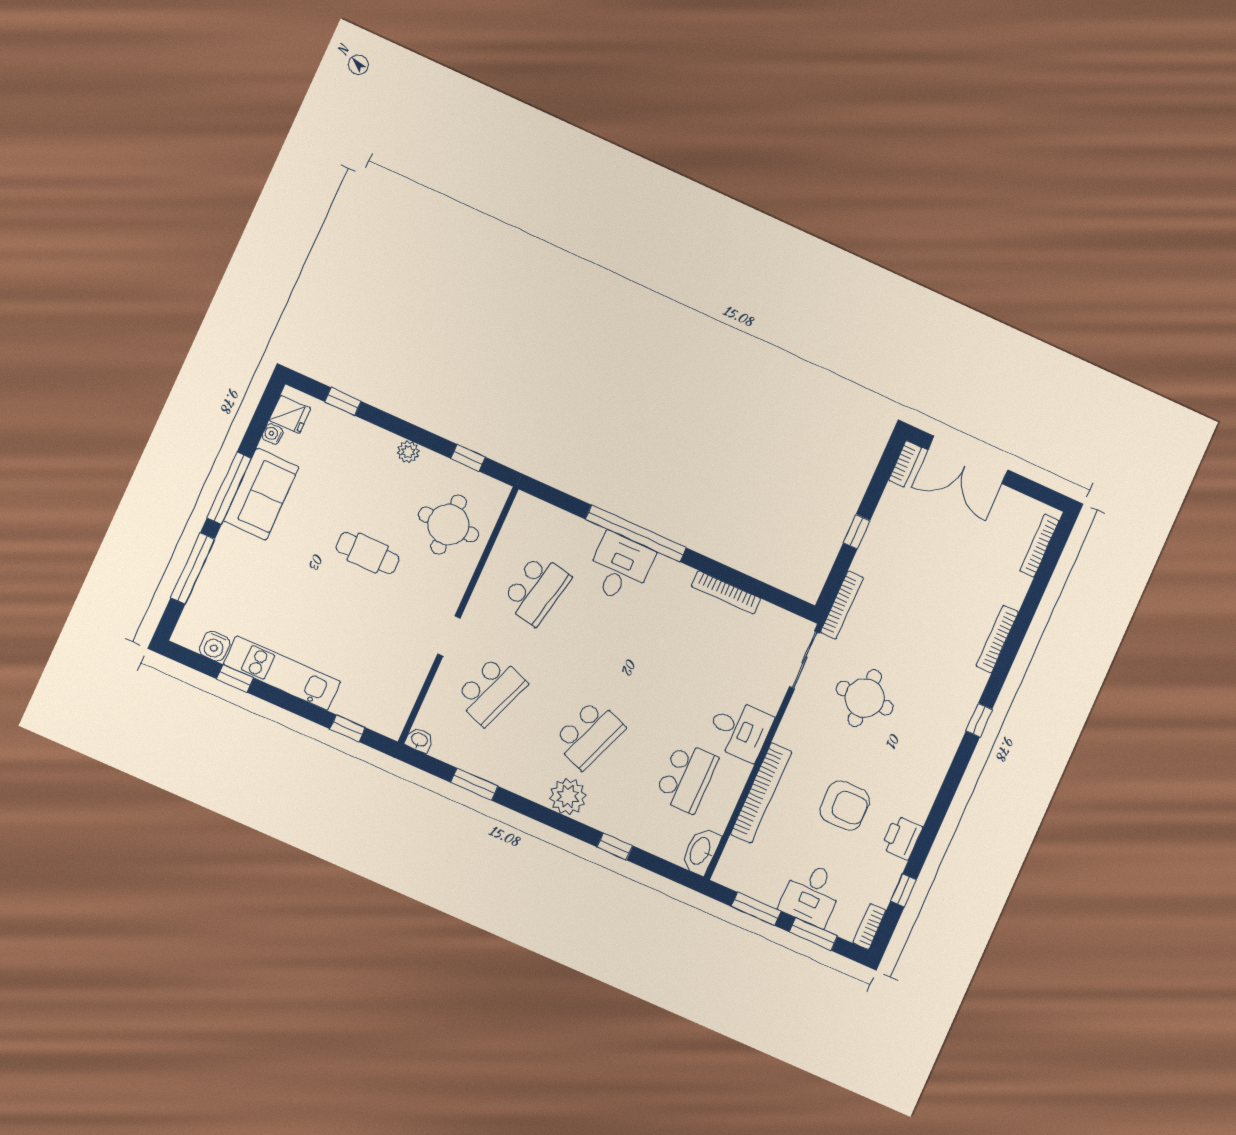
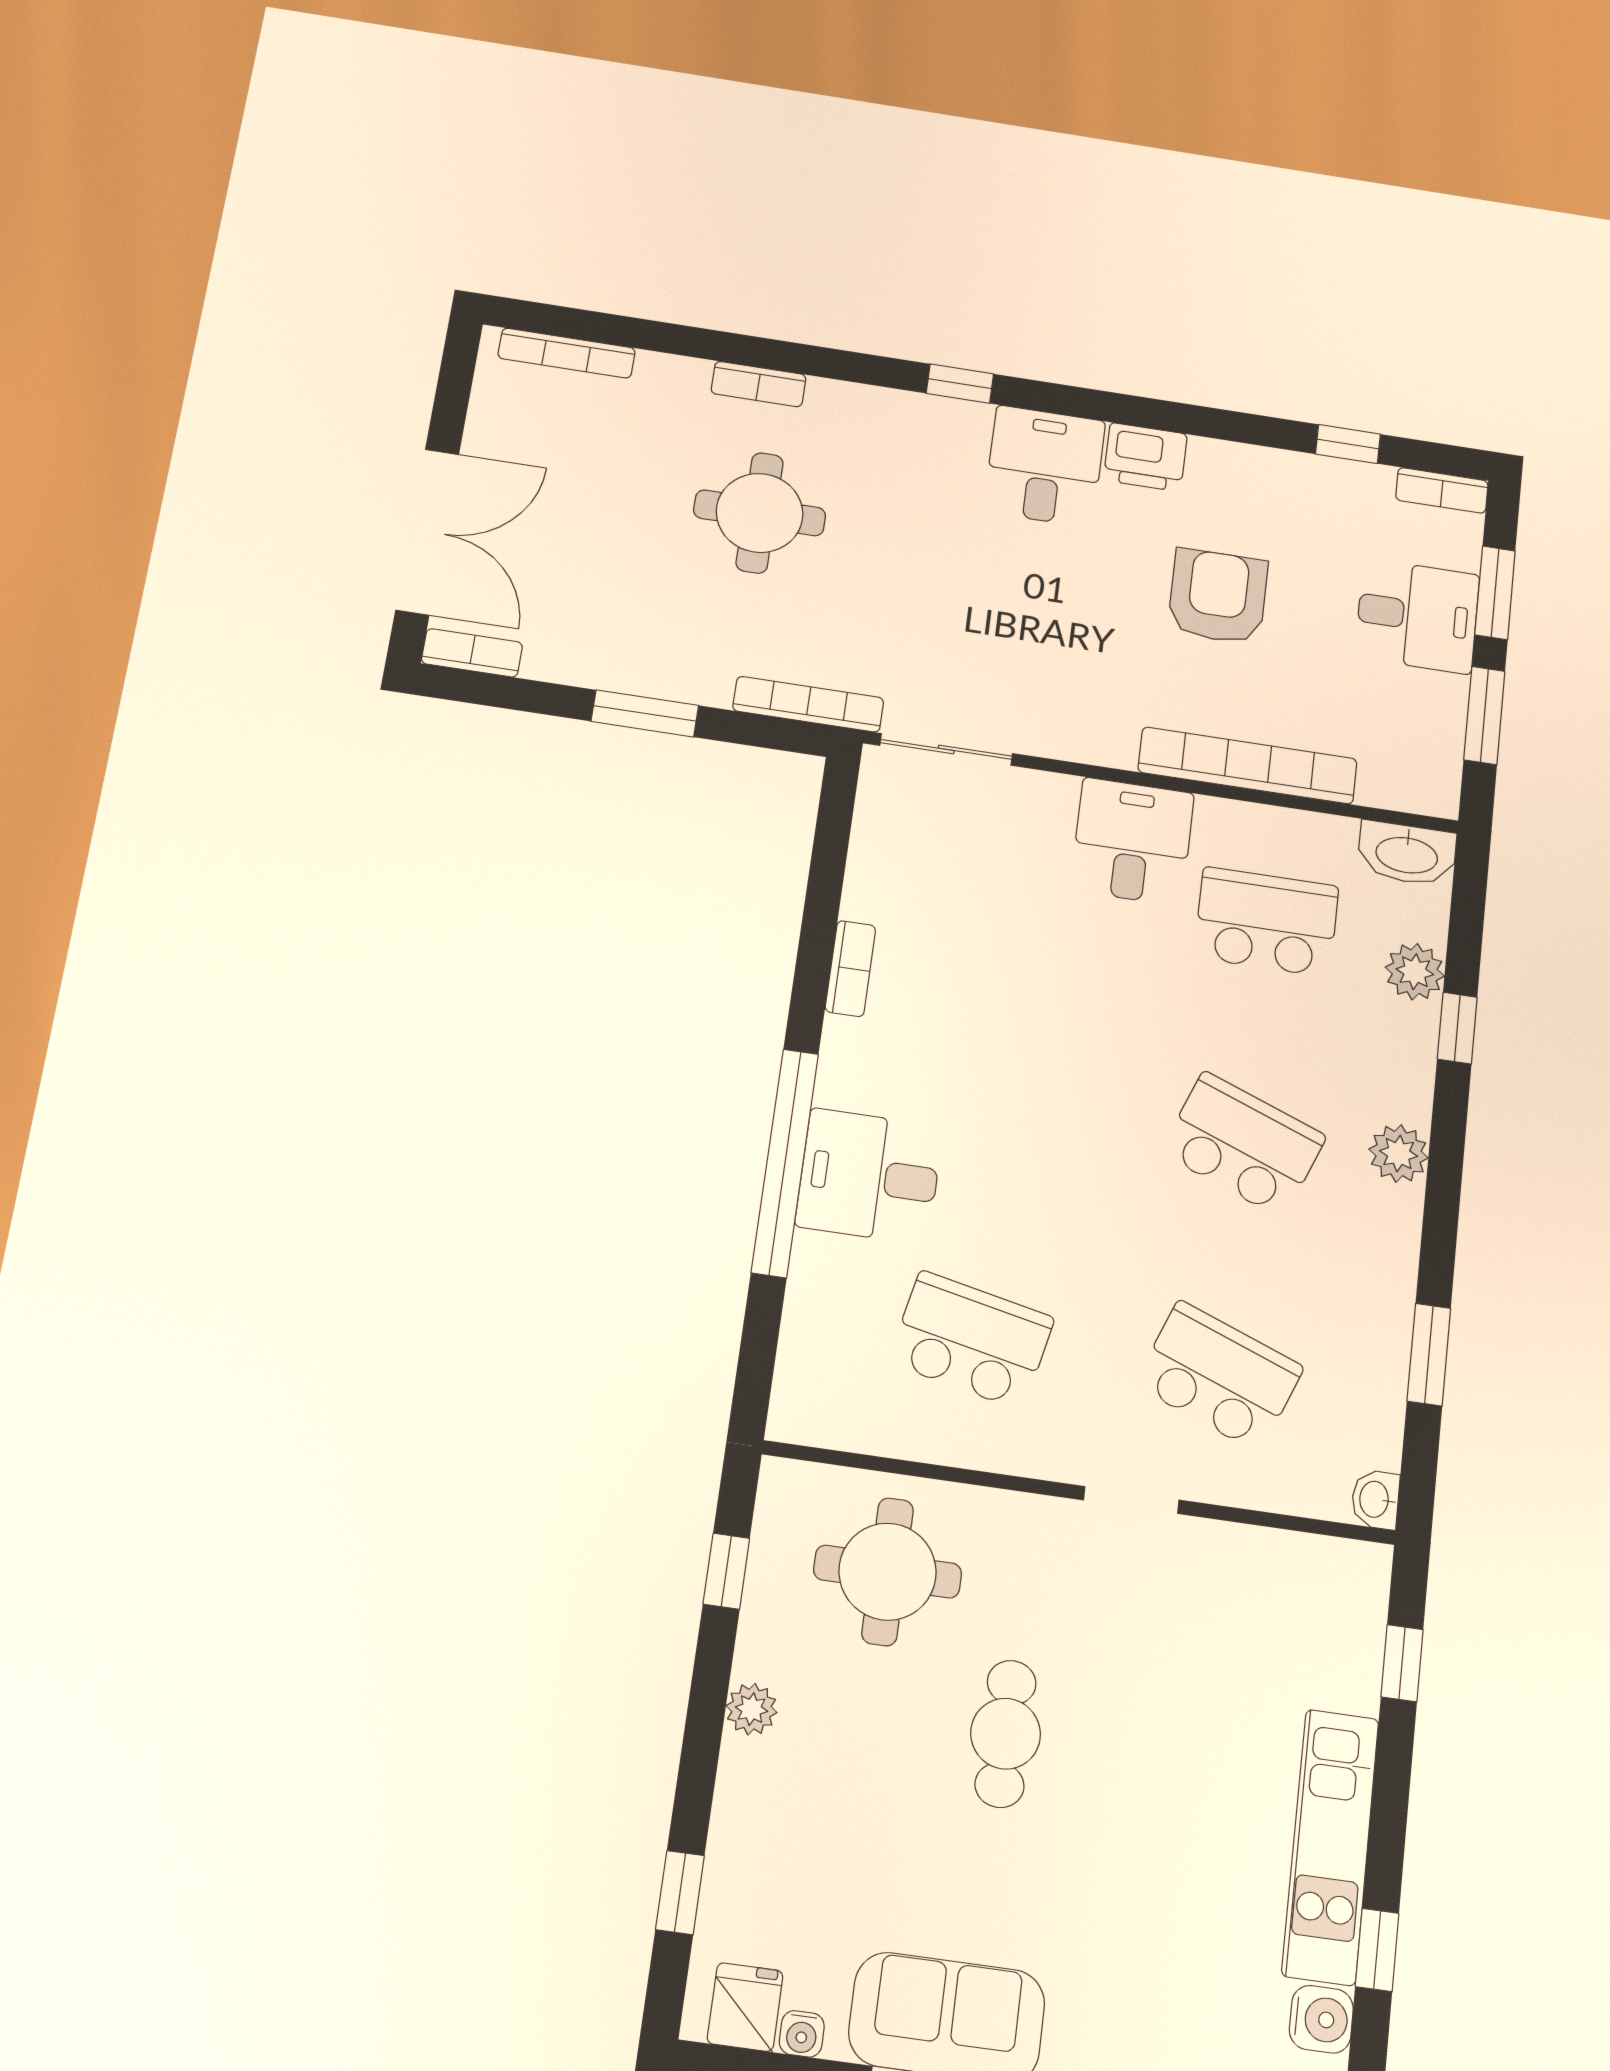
window: (857, 532) -> (645, 713), width x1.50
bookcase: (726, 592) -> (850, 969), width x0.64
bookcase: (997, 639) -> (759, 384), width x0.64
round table: (865, 698) -> (760, 513), moved
desk: (928, 746) -> (1045, 466), added
plant: (568, 797) -> (1399, 1154), width x0.73, depth x0.73
plant: (646, 836) -> (1415, 972), added
printer: (902, 838) -> (1145, 457), moved

